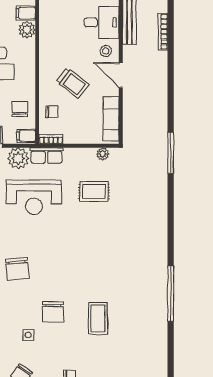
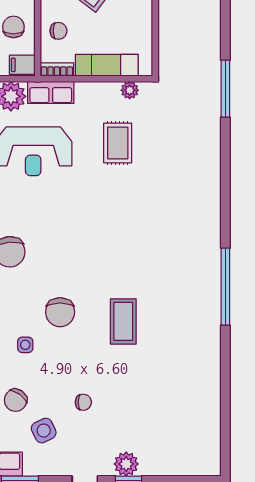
exam couch: (111, 119) -> (107, 65), moved, turned 90
rug: (94, 191) -> (118, 143), turned 90

